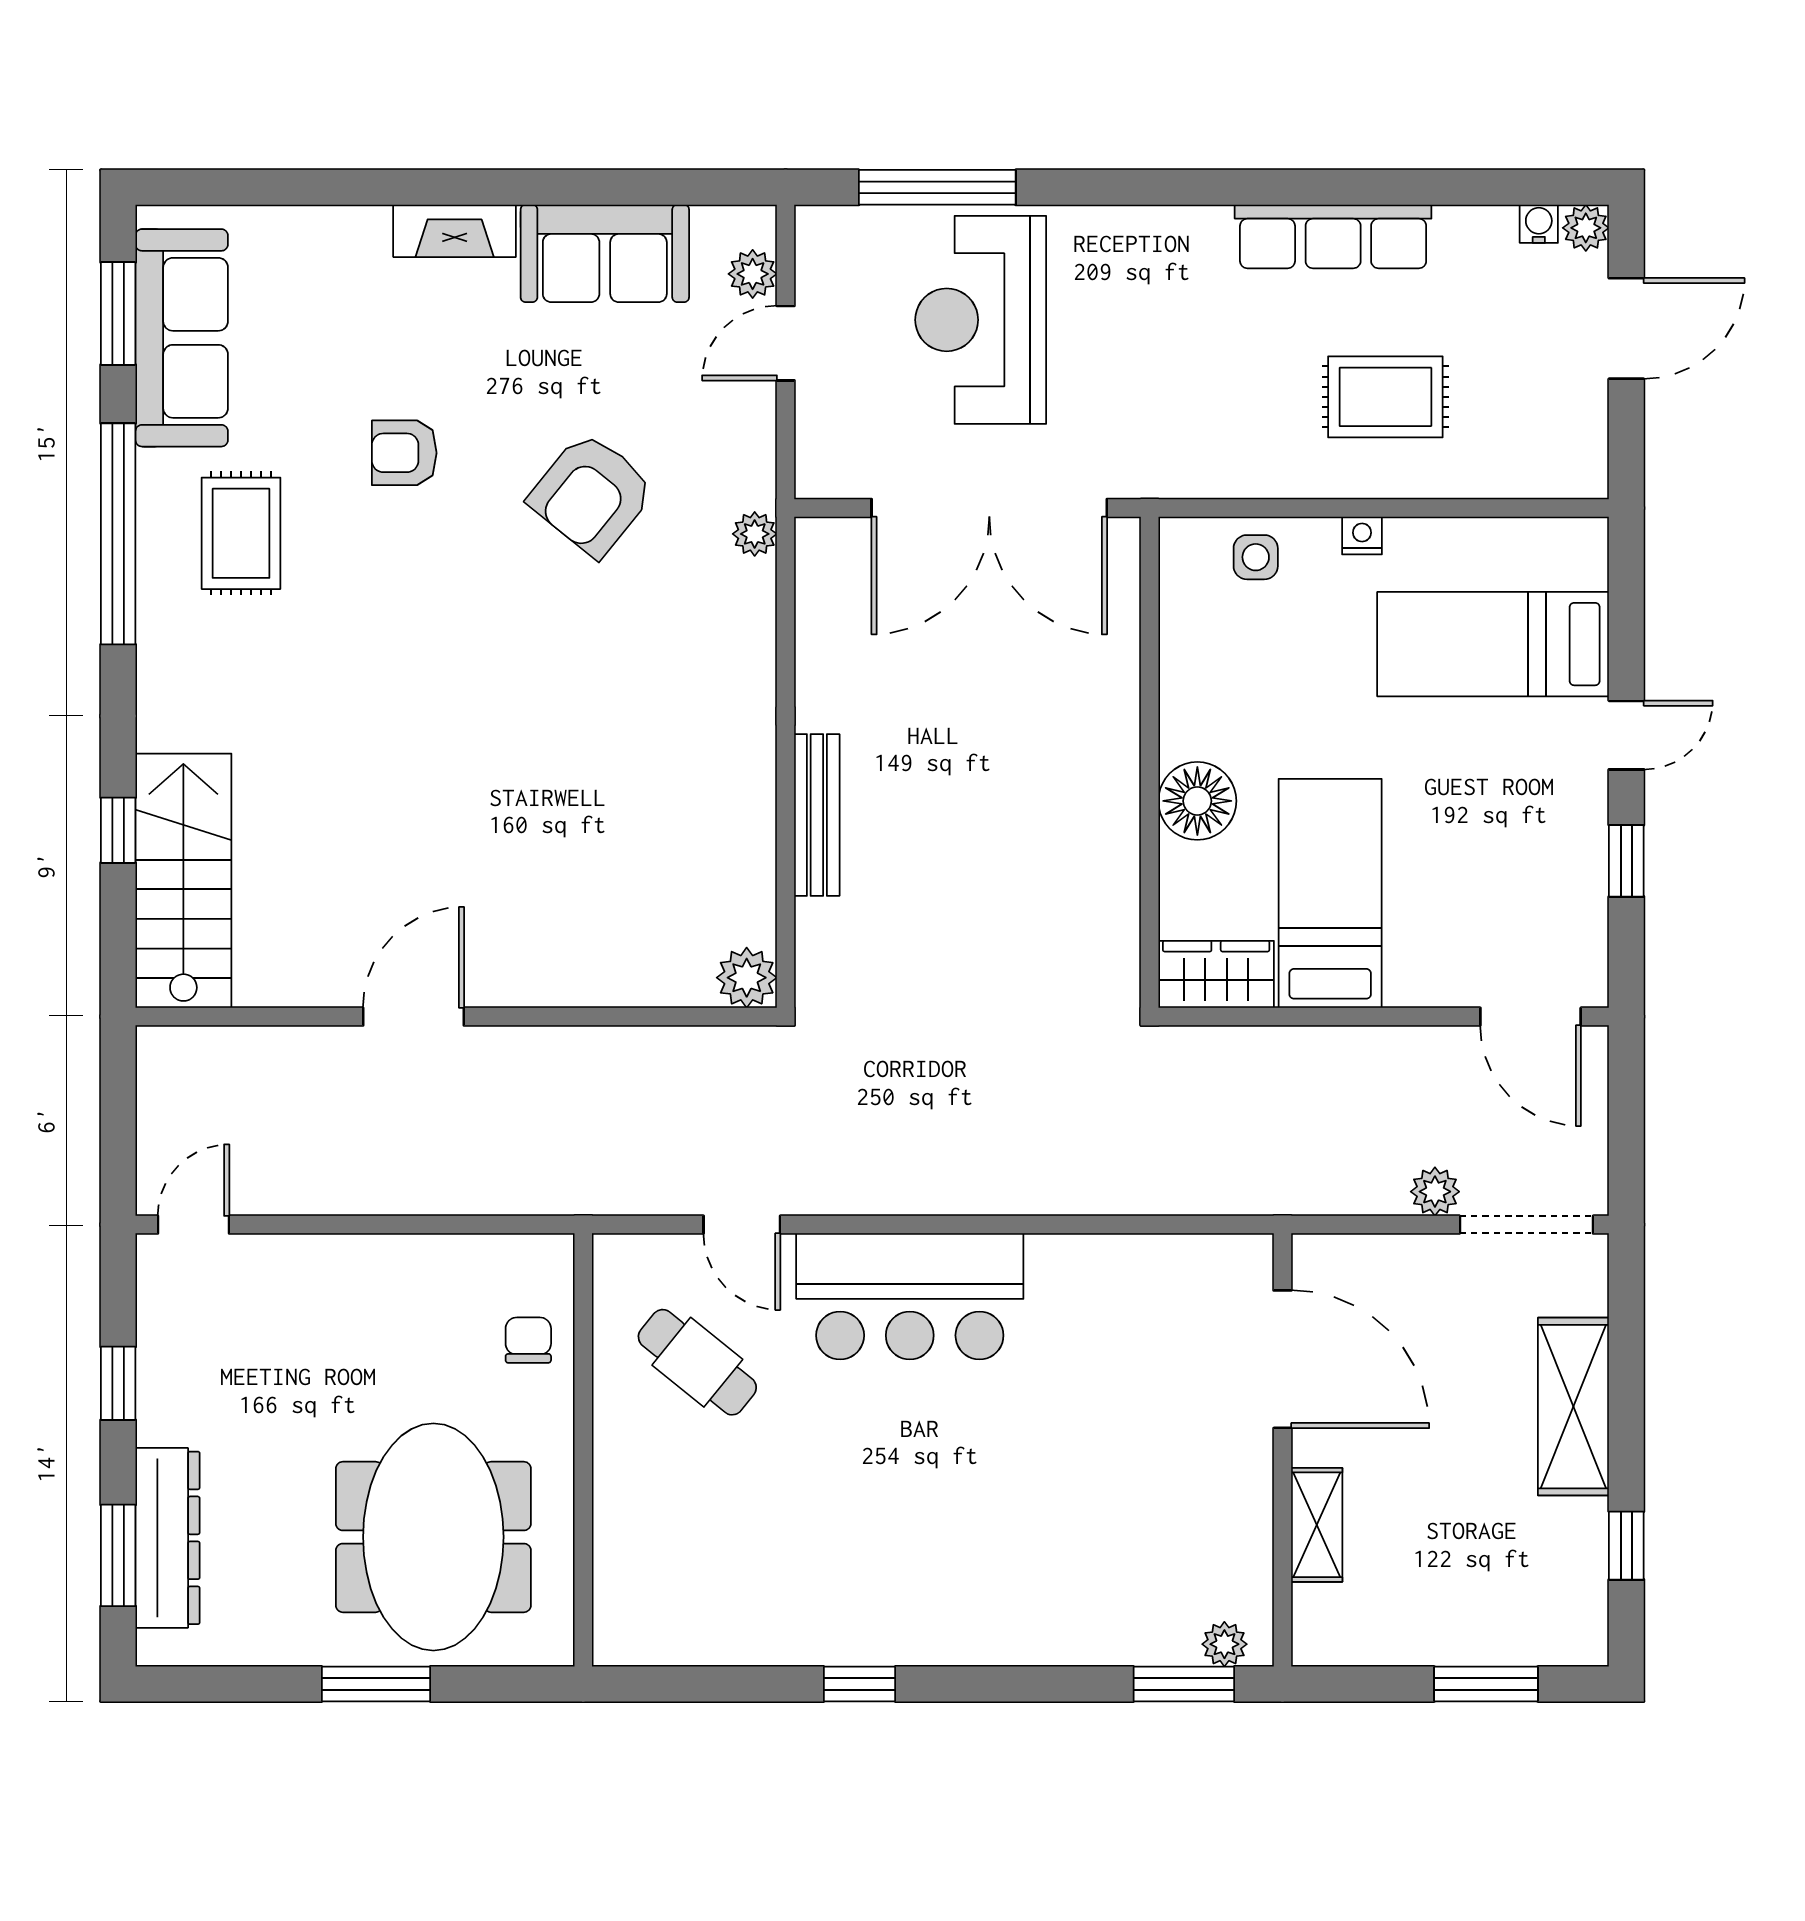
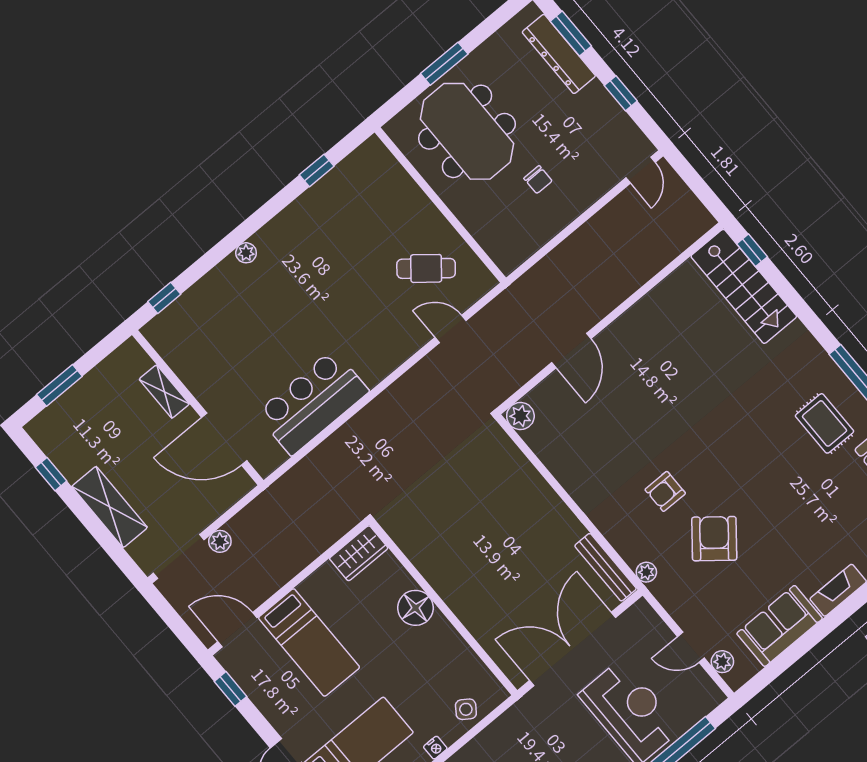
door: (786, 343) -> (691, 647), swing flipped
armchair: (404, 453) -> (665, 491), moved, turned 180
side table: (1256, 557) -> (466, 709), turned 35
bench: (817, 815) -> (606, 567), moved
window: (118, 830) -> (752, 250), moved
window: (1626, 861) -> (231, 689), moved
bed: (1330, 893) -> (309, 642), moved
door: (414, 1017) -> (571, 350), moved
bar counter: (910, 1296) -> (312, 402), moved
chair: (528, 1340) -> (538, 180), moved
plant: (1224, 1644) -> (246, 253), moved
window: (860, 1684) -> (317, 170), moved
window: (1184, 1684) -> (164, 298), width x0.67

